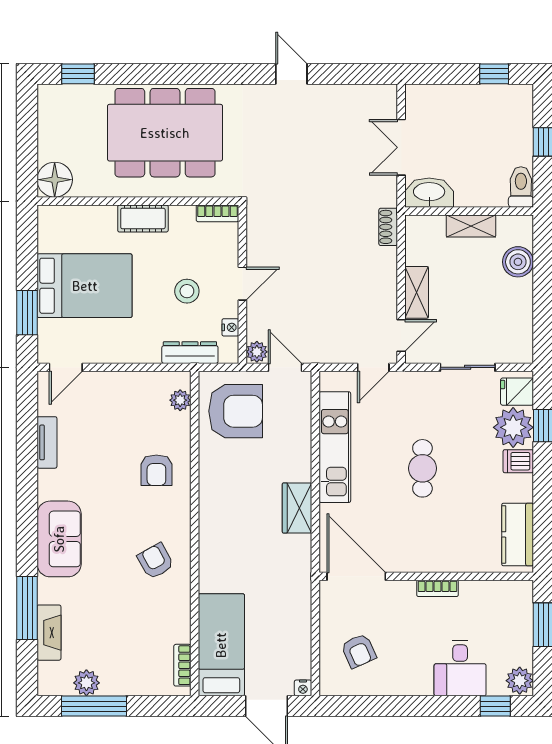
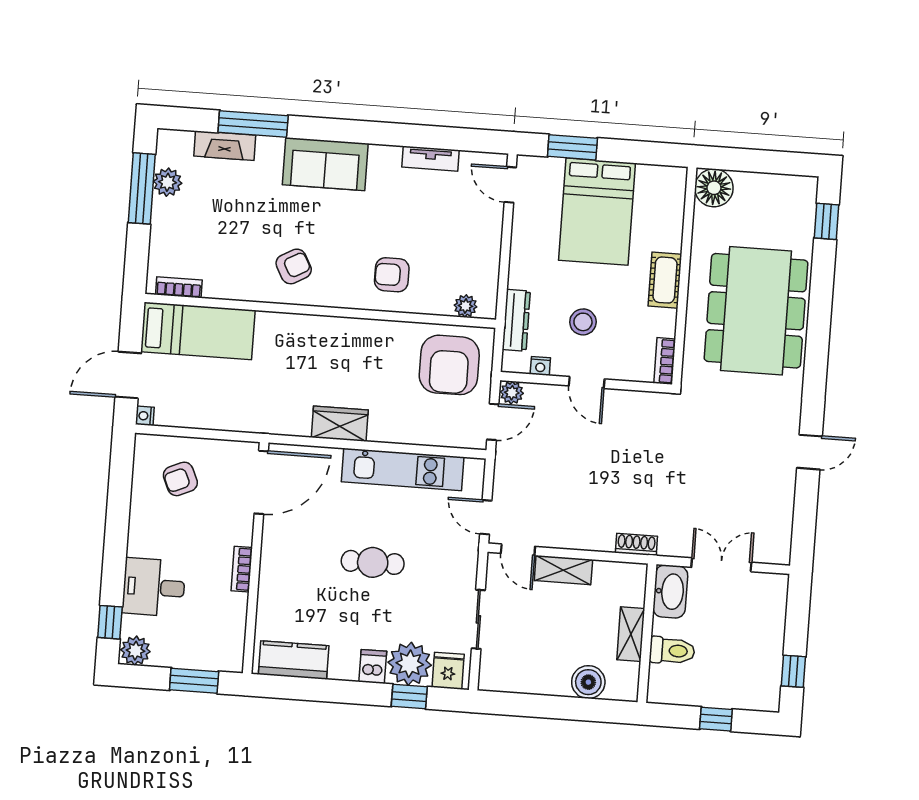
toilet: (521, 187) -> (672, 651), moved

